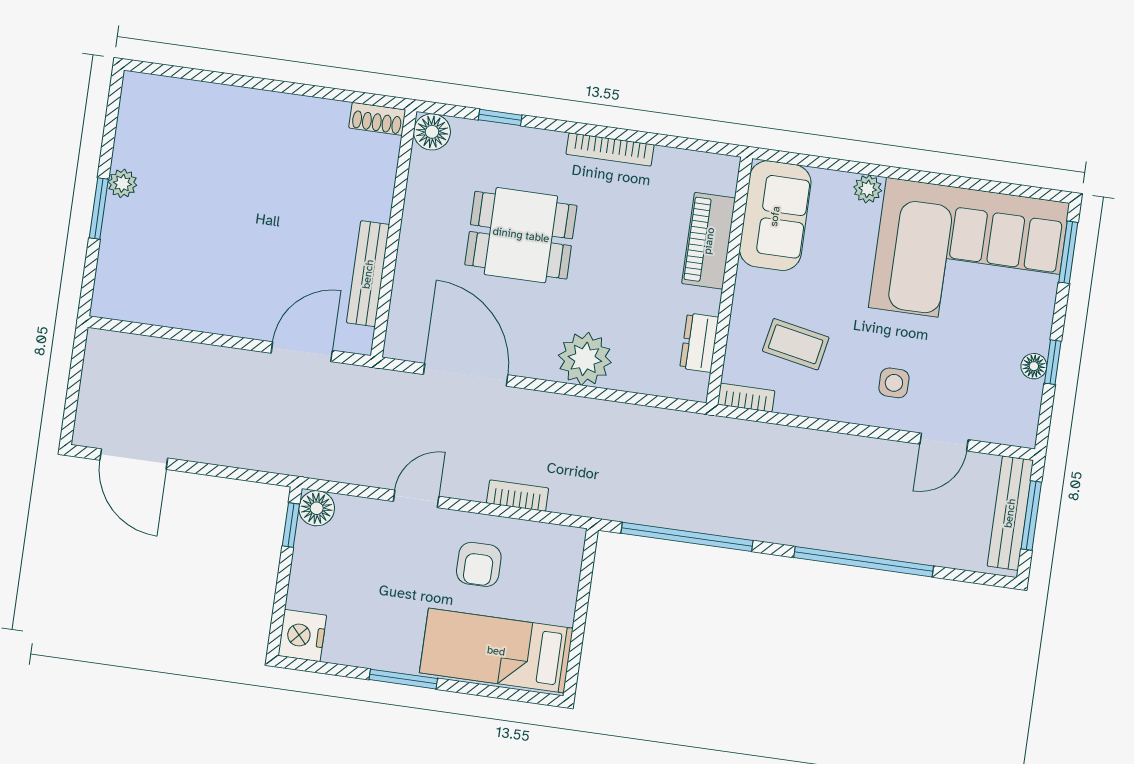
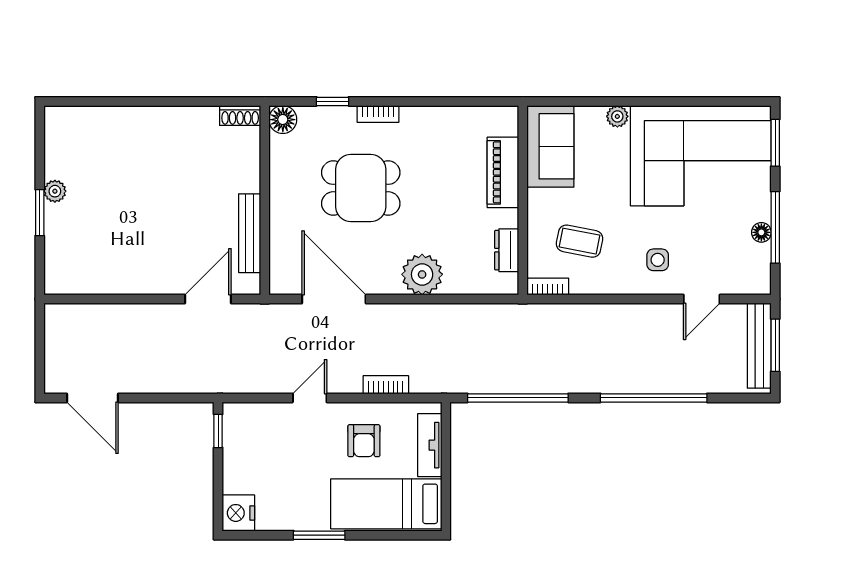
bookcase: (610, 149) -> (378, 114), moved, width x0.64
window: (1053, 362) -> (775, 227), width x2.17
floor lamp: (317, 508) -> (236, 416), removed
tv unit: (564, 582) -> (430, 445), added

